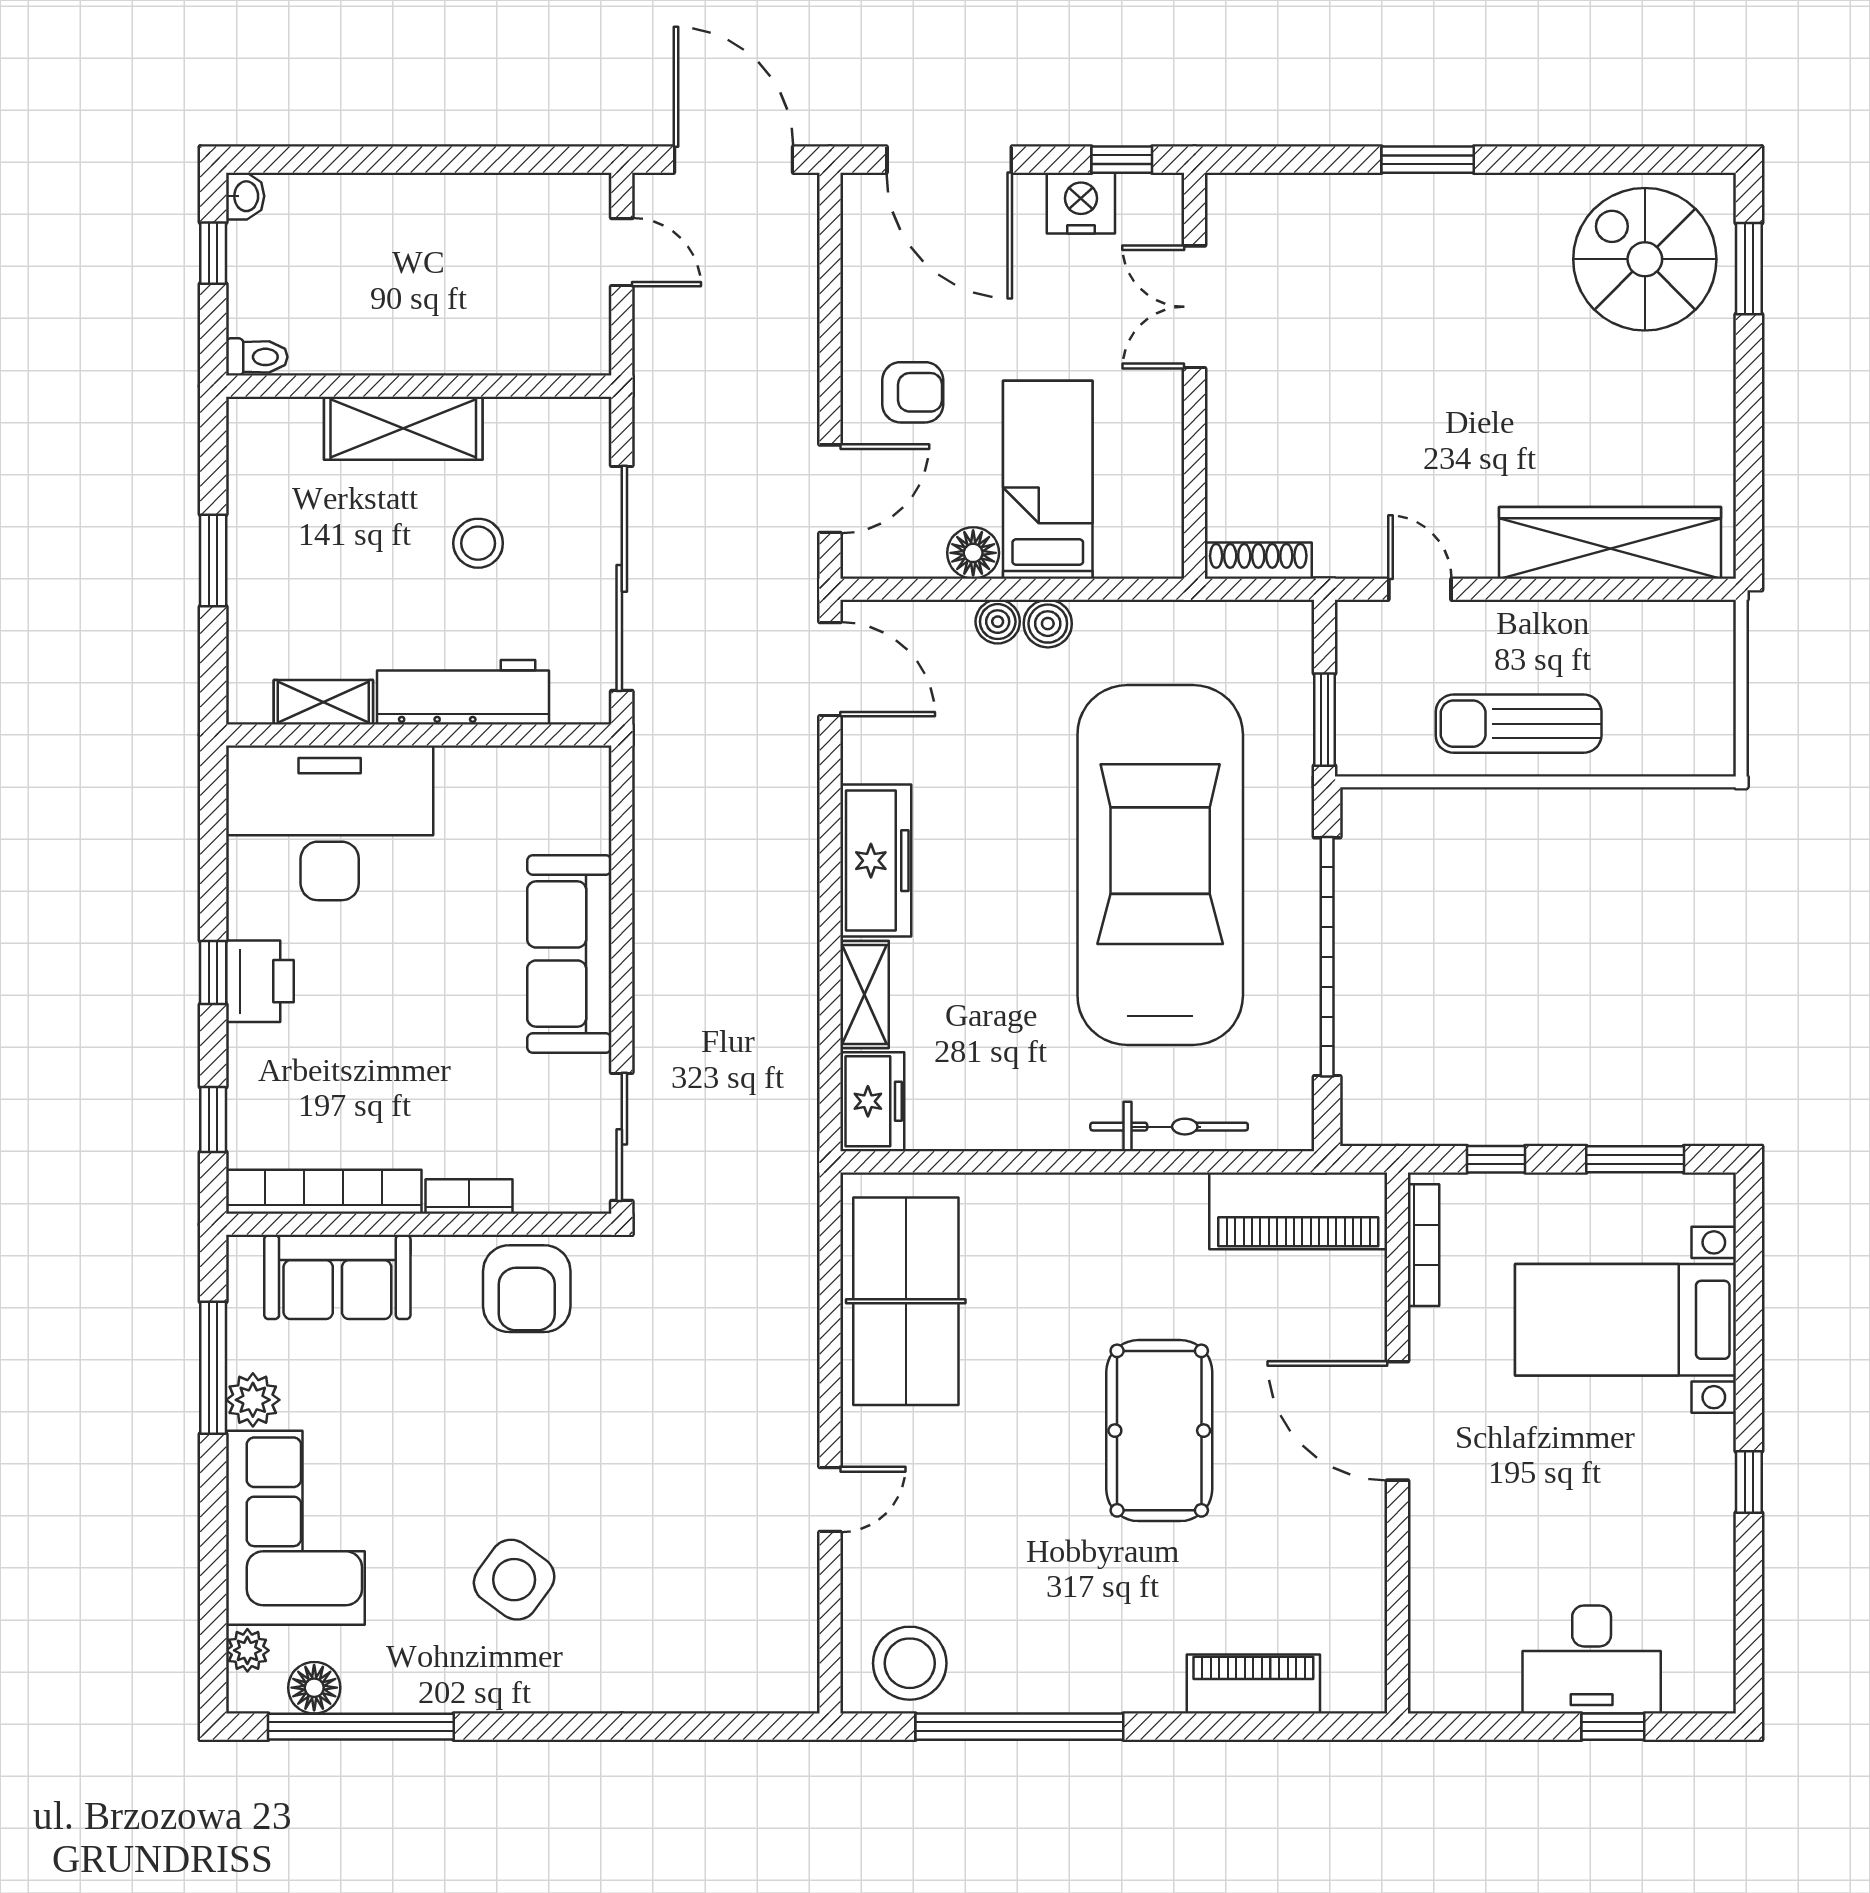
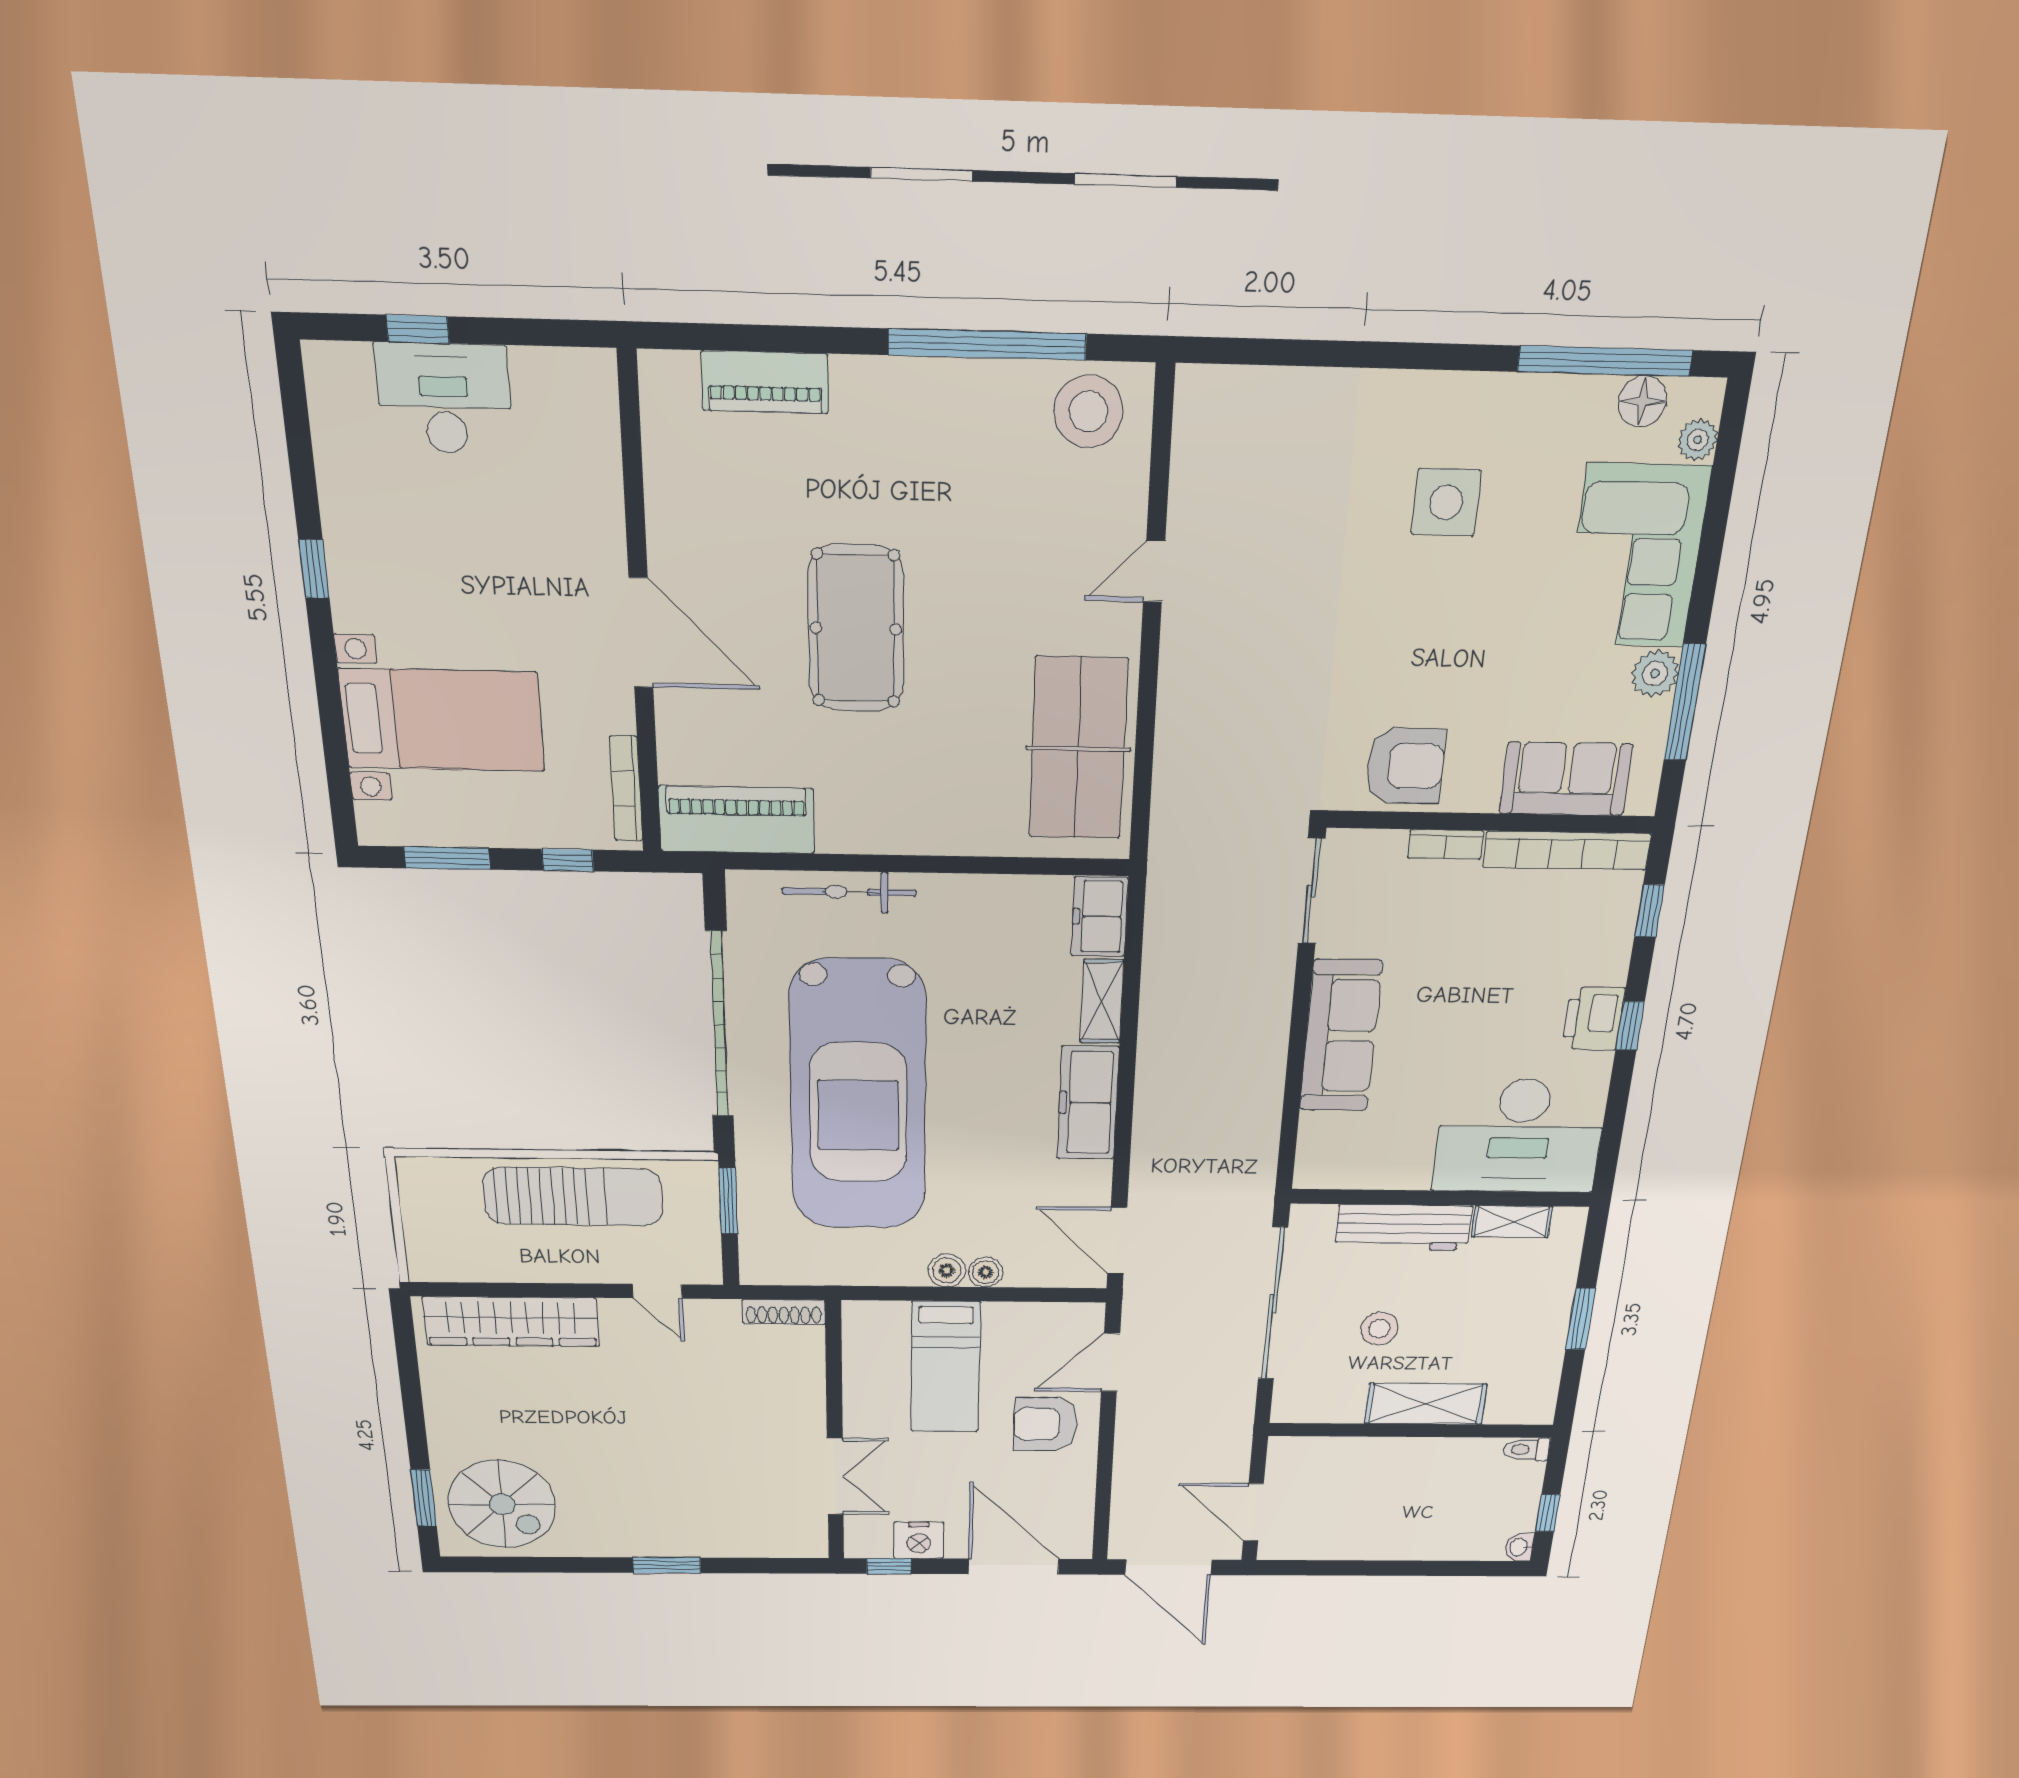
door: (622, 252) -> (1253, 1512), width x1.38
armchair: (913, 392) -> (1045, 1424), width x1.38, depth x1.38
floor lamp: (973, 553) -> (1003, 1319), removed
sun lounger: (1519, 724) -> (573, 1196), width x1.36, depth x1.34
armchair: (527, 1289) -> (1405, 766), turned 90
side table: (514, 1580) -> (1446, 502), turned -36

